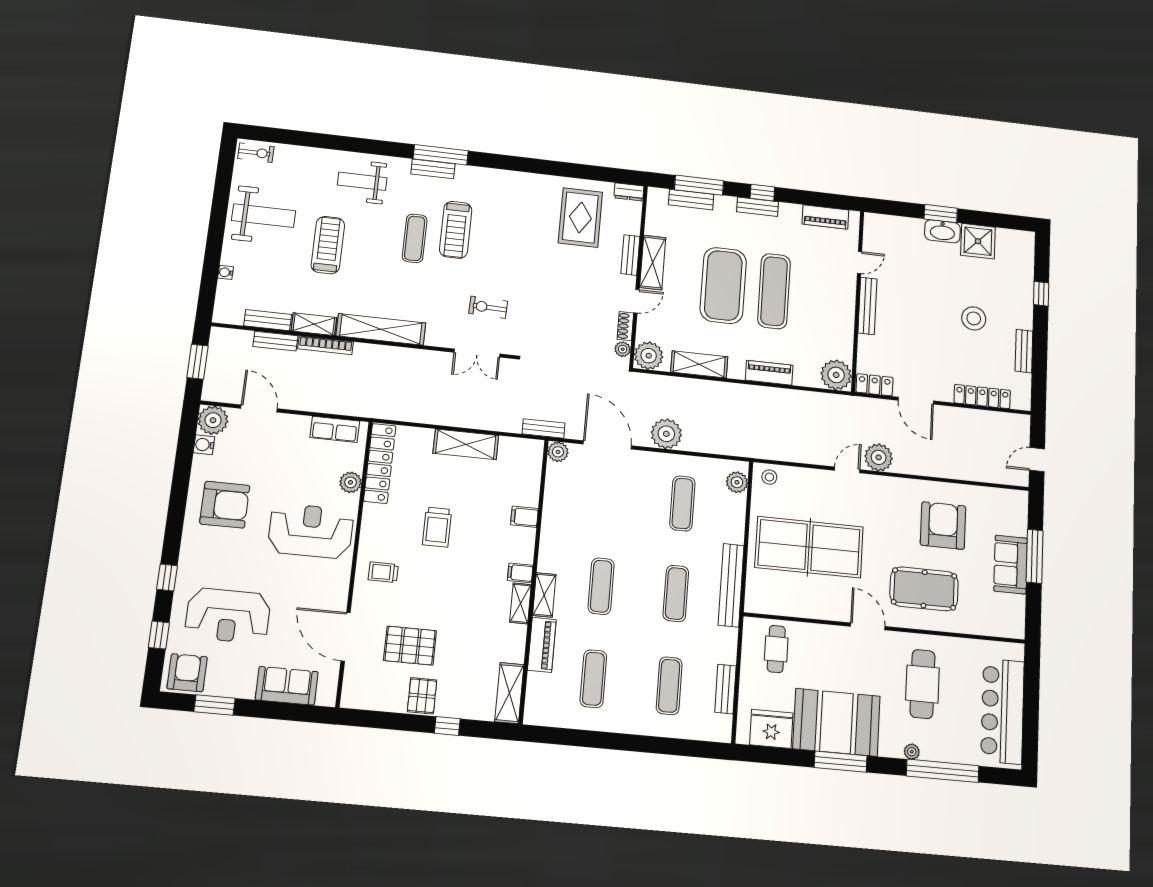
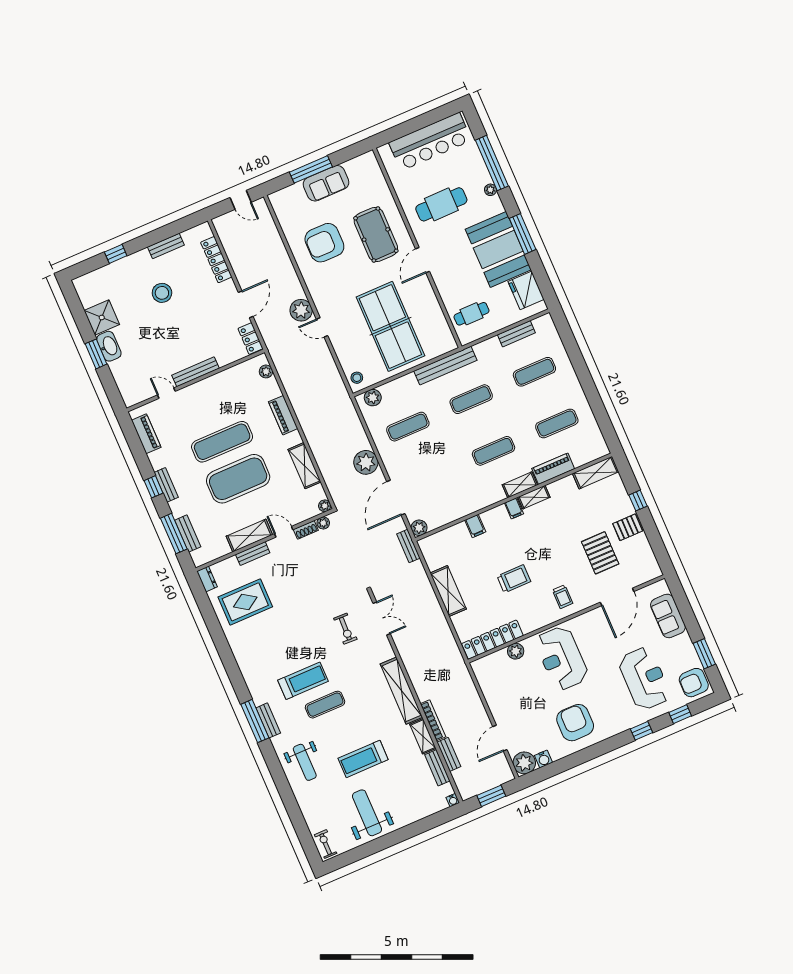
water cooler: (226, 272) -> (453, 800), moved
plant: (649, 356) -> (325, 506), width x0.53, depth x0.53
plant: (836, 375) -> (266, 371), width x0.53, depth x0.53
row of seats: (335, 429) -> (486, 682), removed

